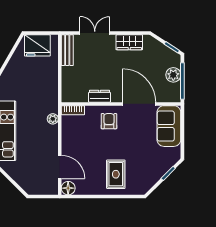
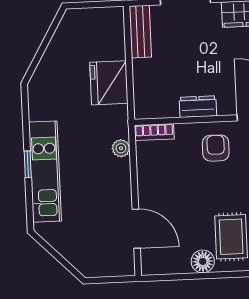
fridge: (37, 45) -> (109, 83), moved, turned 90
floor lamp: (68, 188) -> (203, 261), moved

